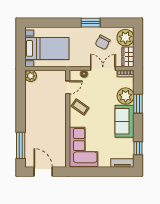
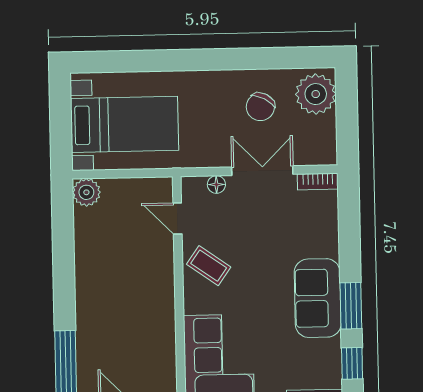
window: (91, 23) -> (230, 59), removed
wardrobe: (128, 57) -> (323, 141), removed
door: (68, 87) -> (177, 219), swing flipped
plant: (126, 96) -> (319, 236), removed
window: (138, 104) -> (351, 306), moved

